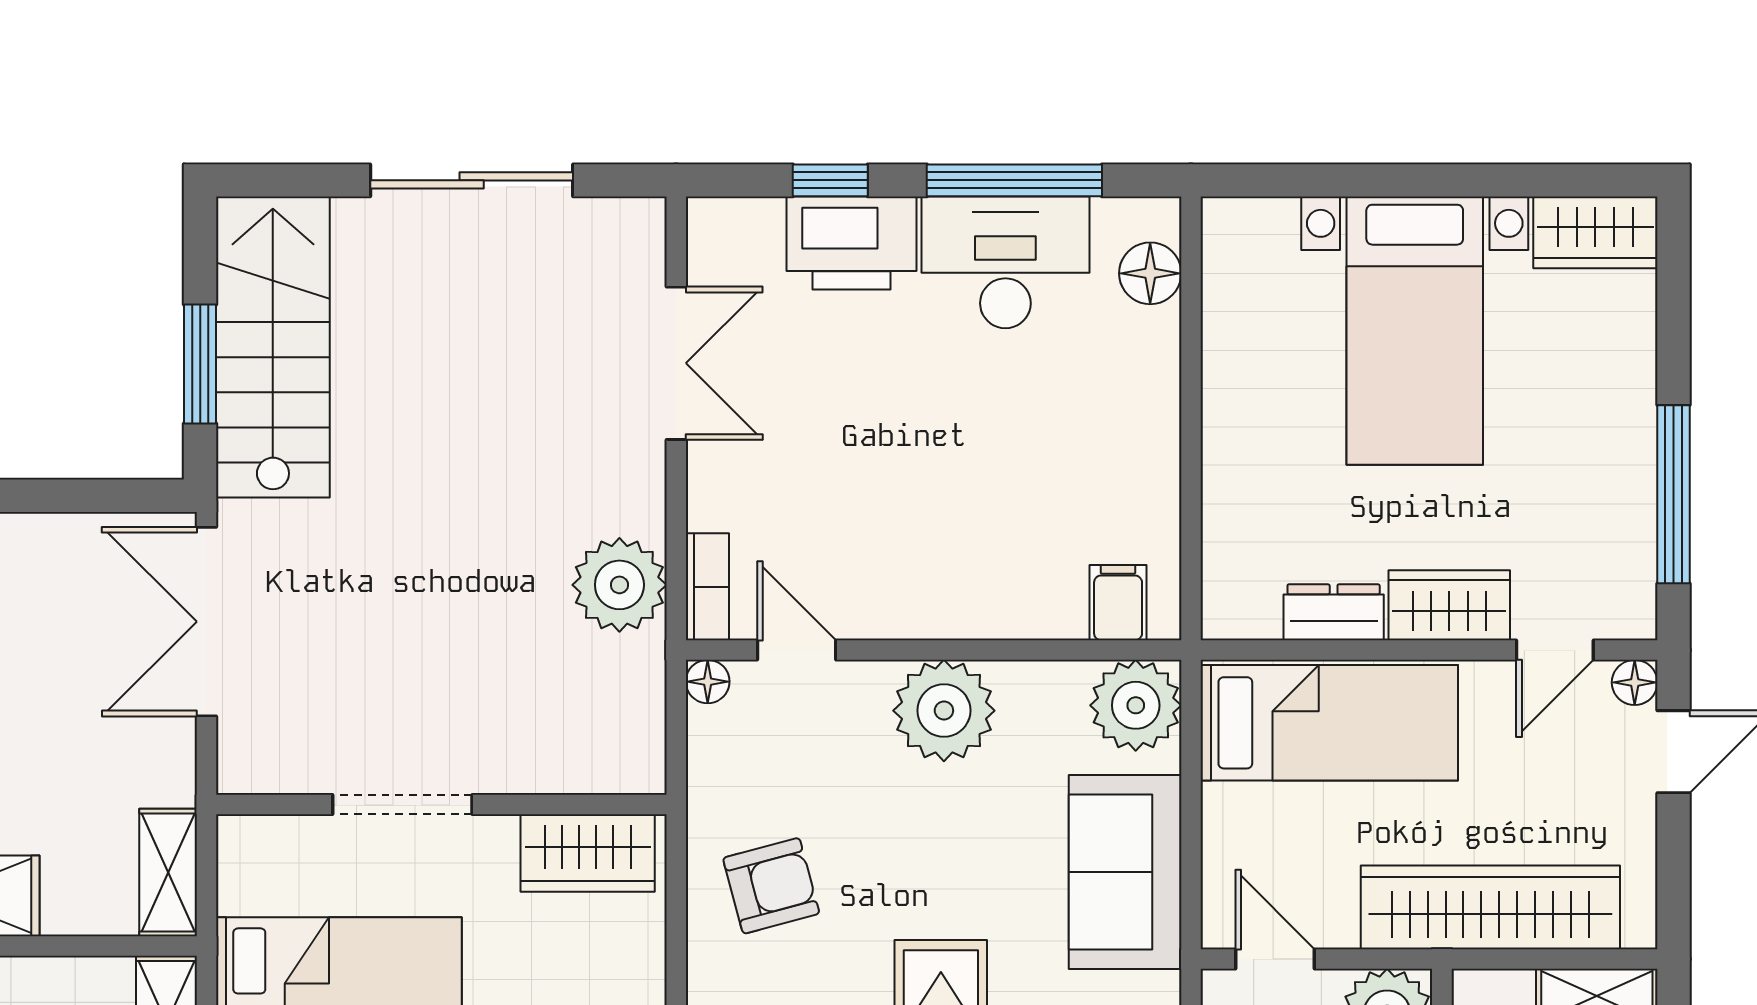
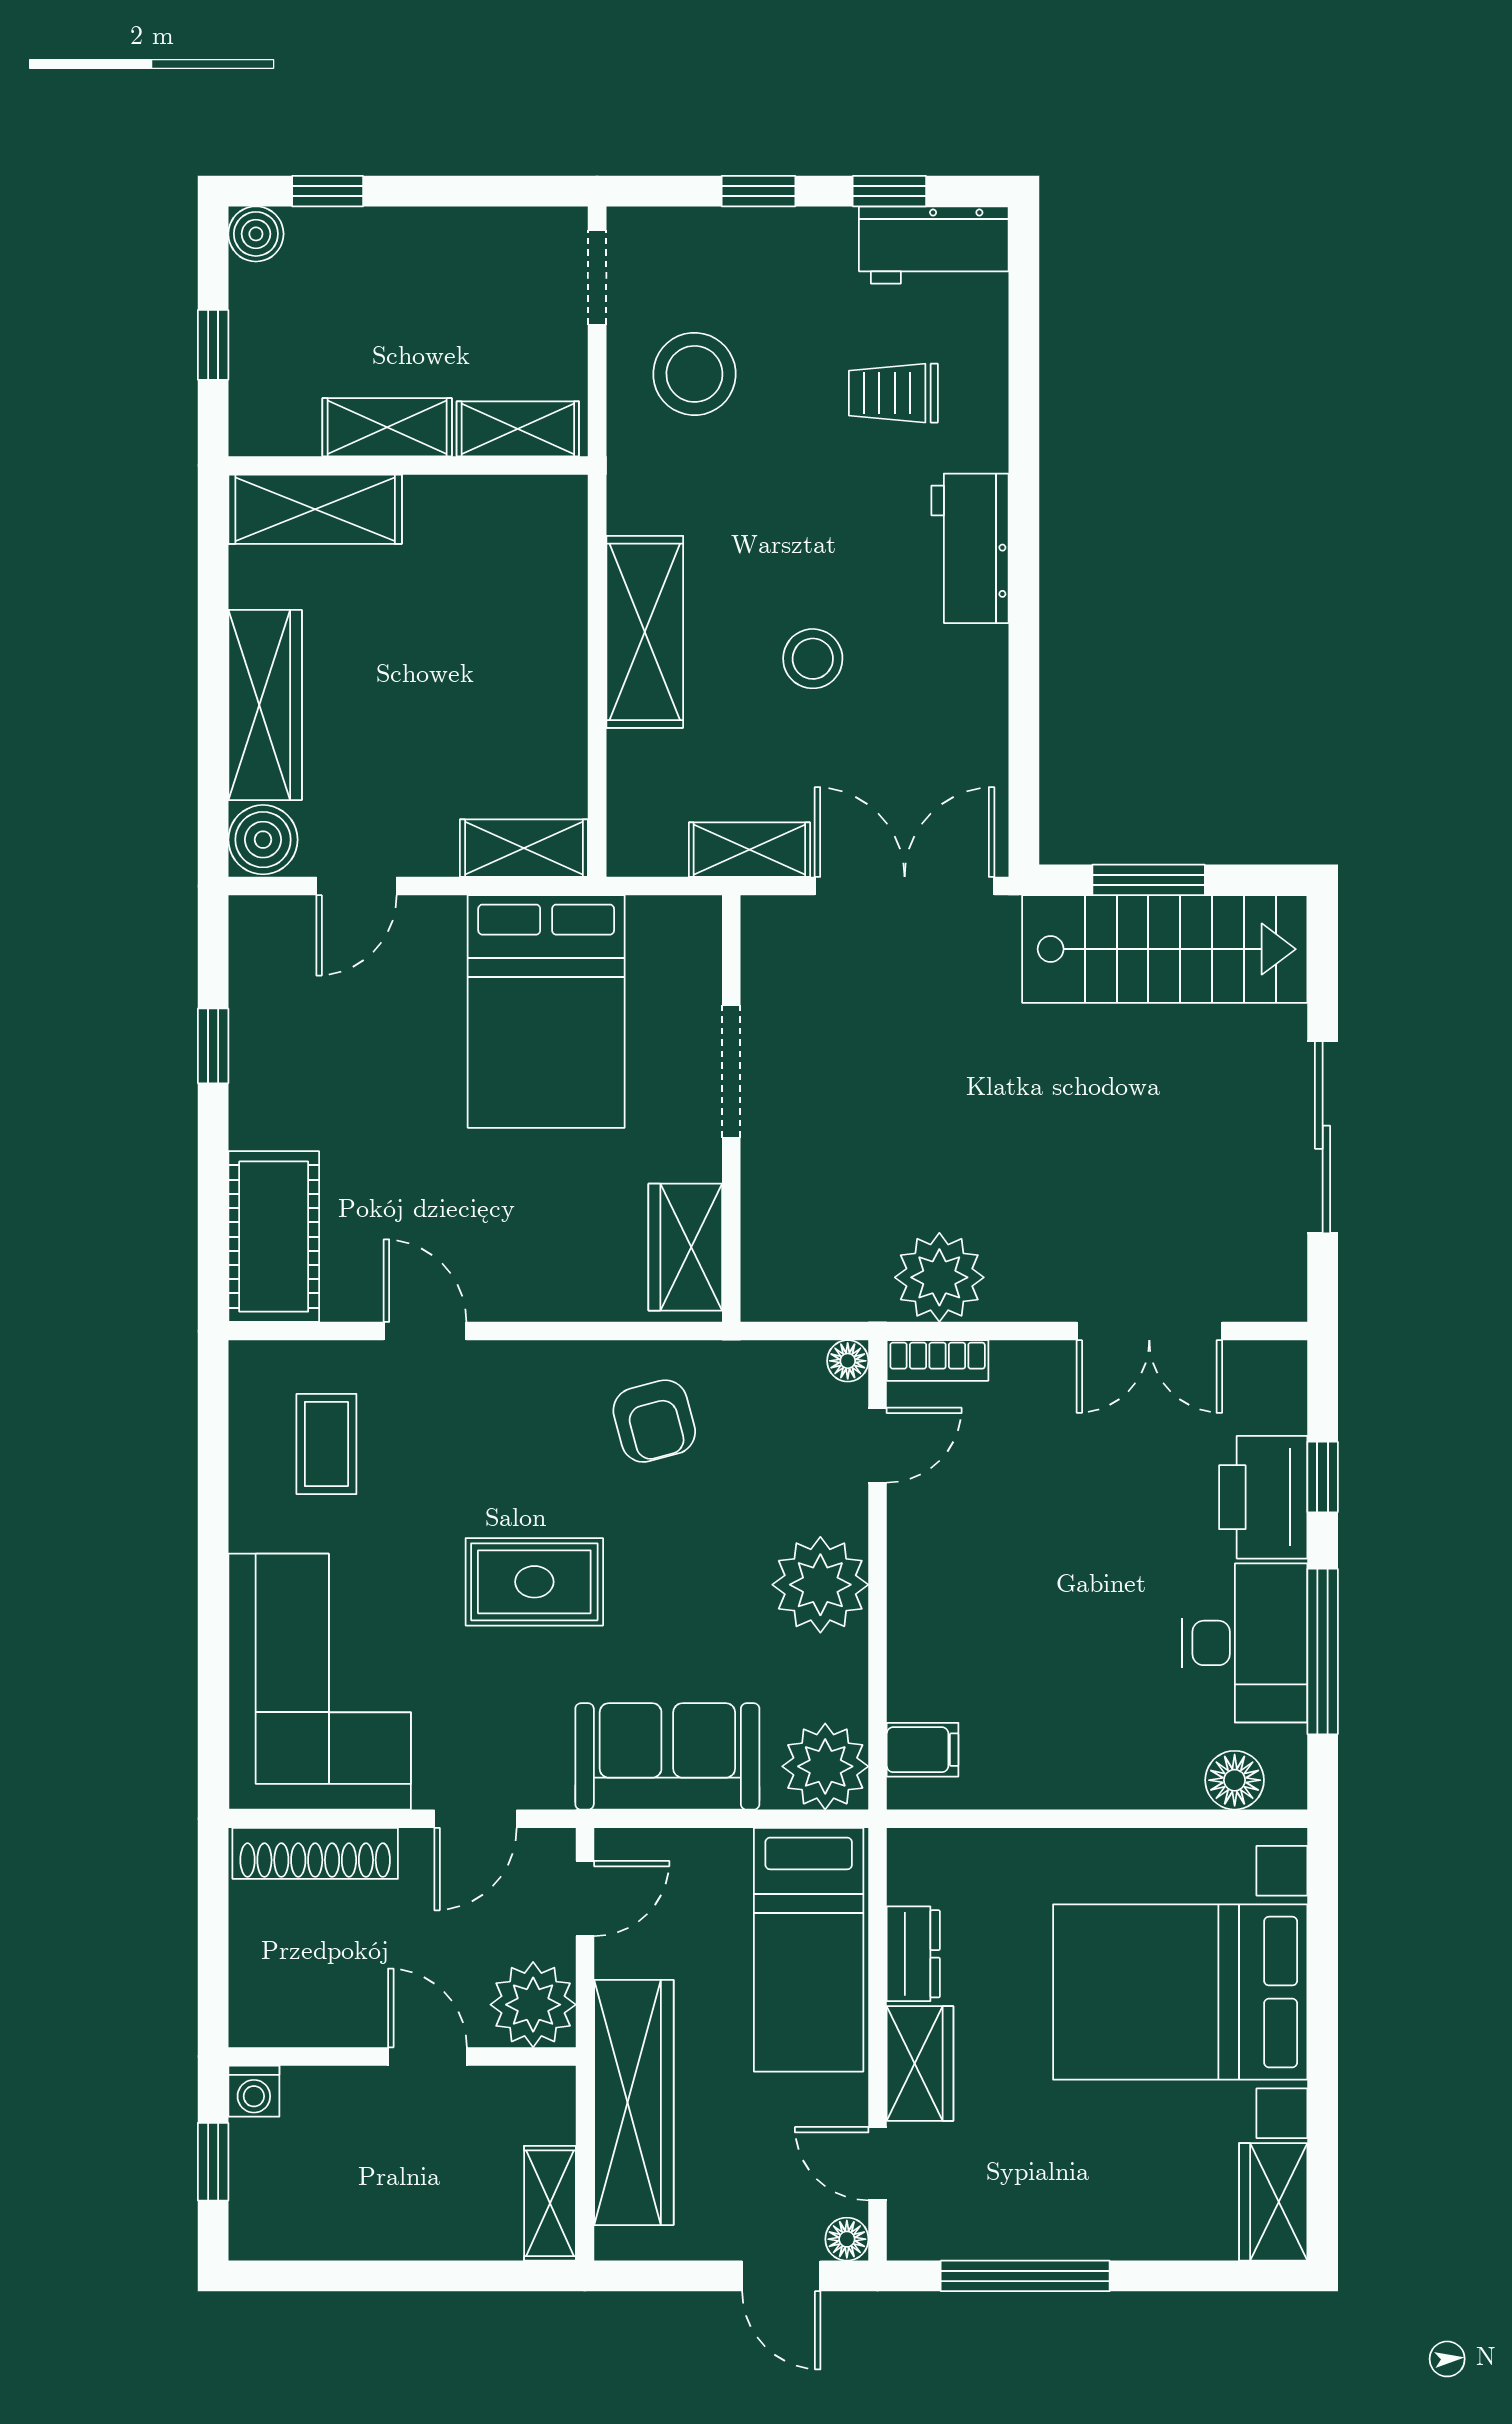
bed with nightstands: (1415, 331) -> (1180, 1992), width x1.36
shelving: (168, 872) -> (749, 850), moved

